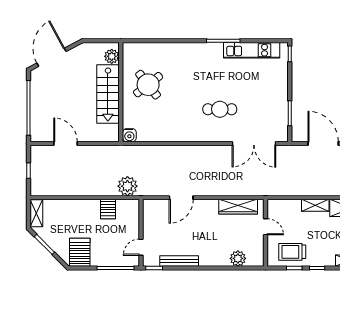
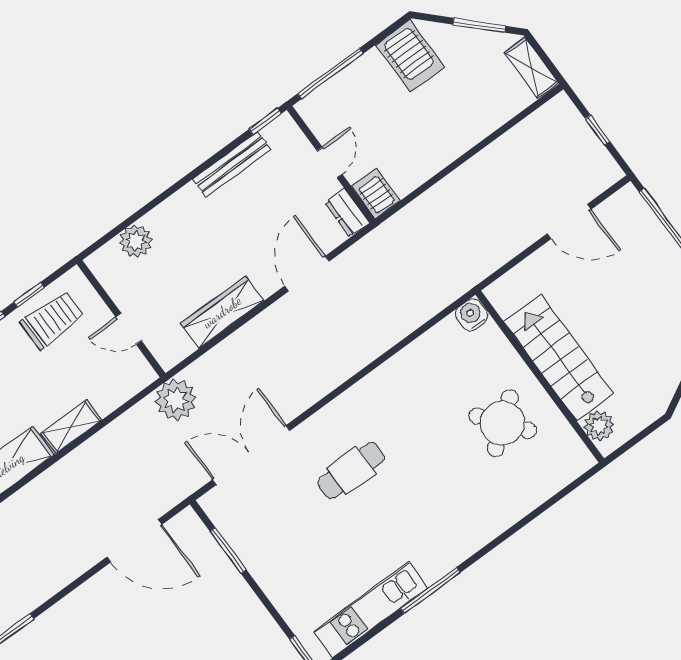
plant: (127, 186) -> (176, 400), moved
wardrobe: (238, 207) -> (222, 312), moved
server rack: (108, 209) -> (376, 193), moved
dresser: (148, 210) -> (347, 213), added
door: (141, 247) -> (330, 162), moved

